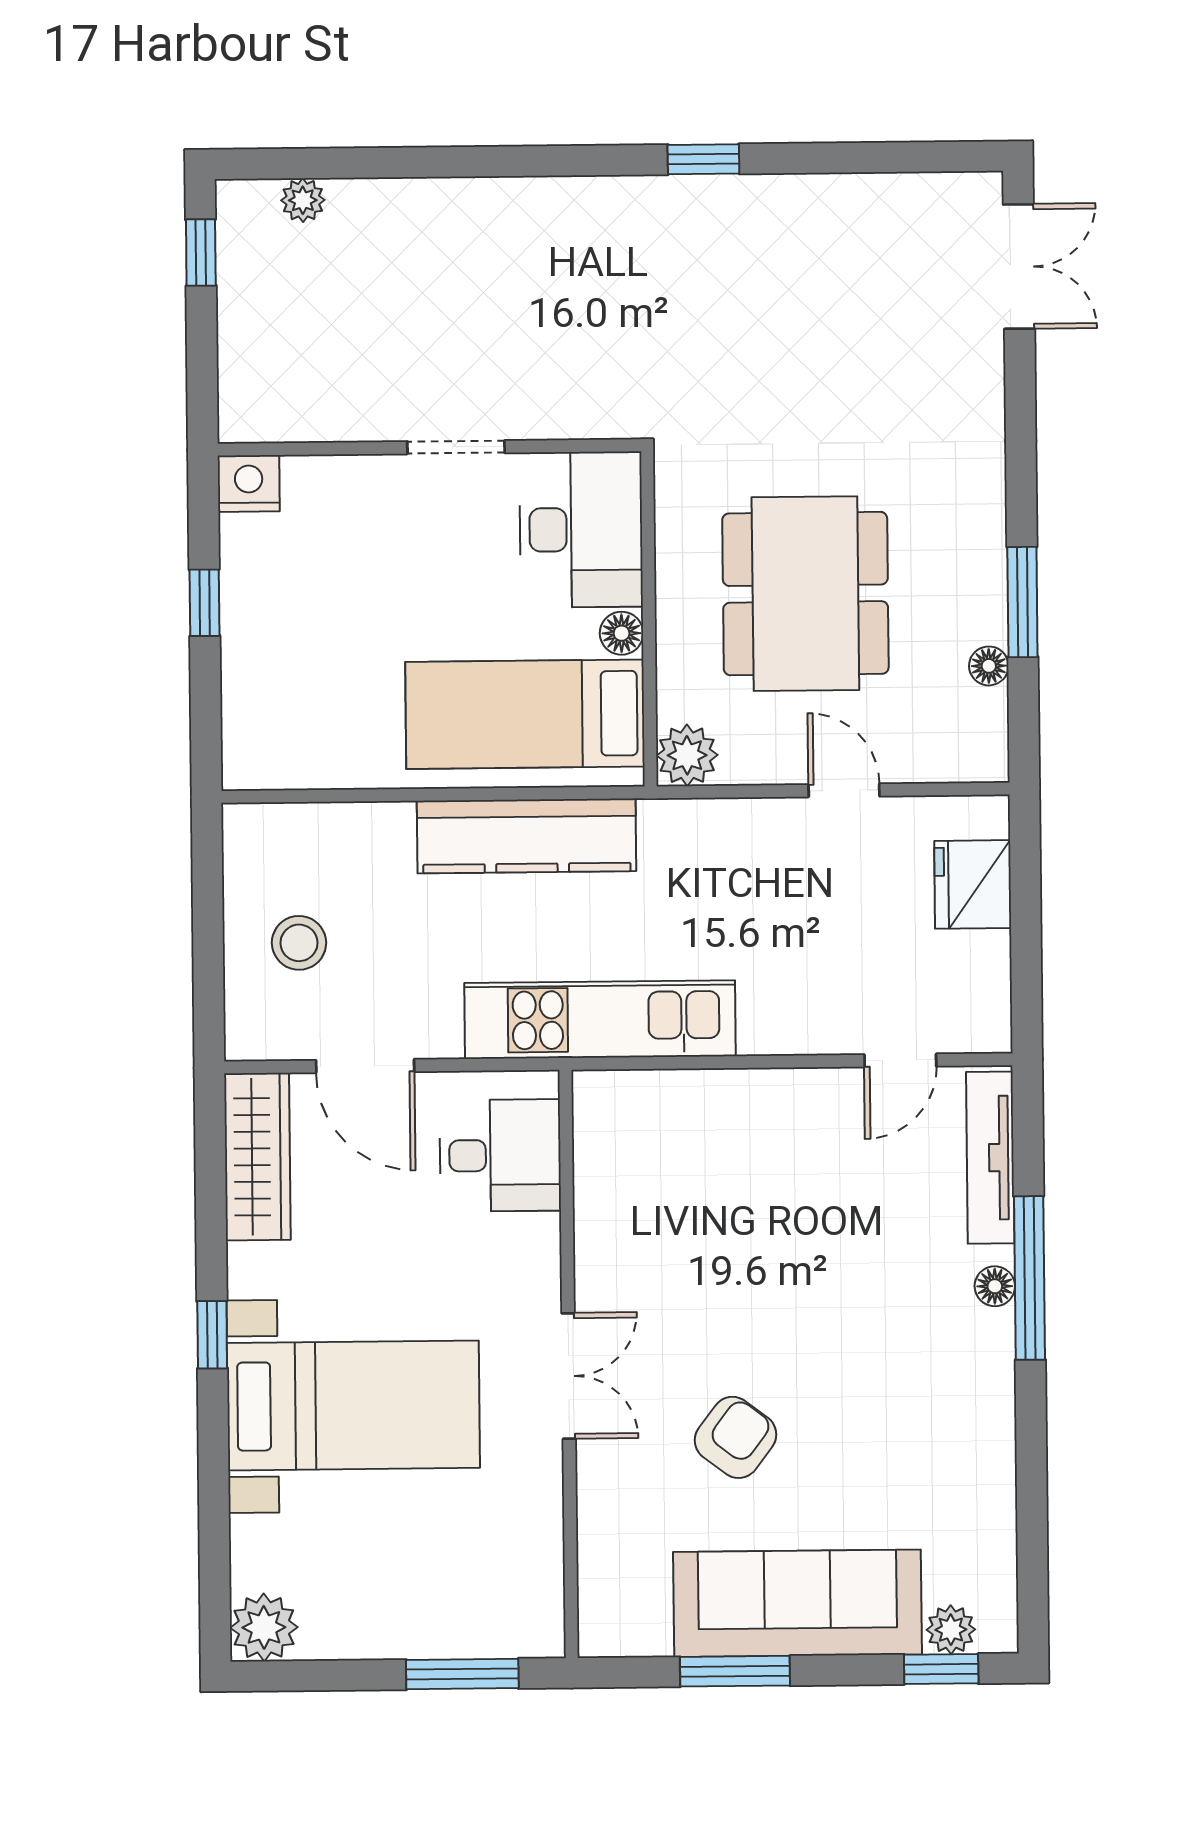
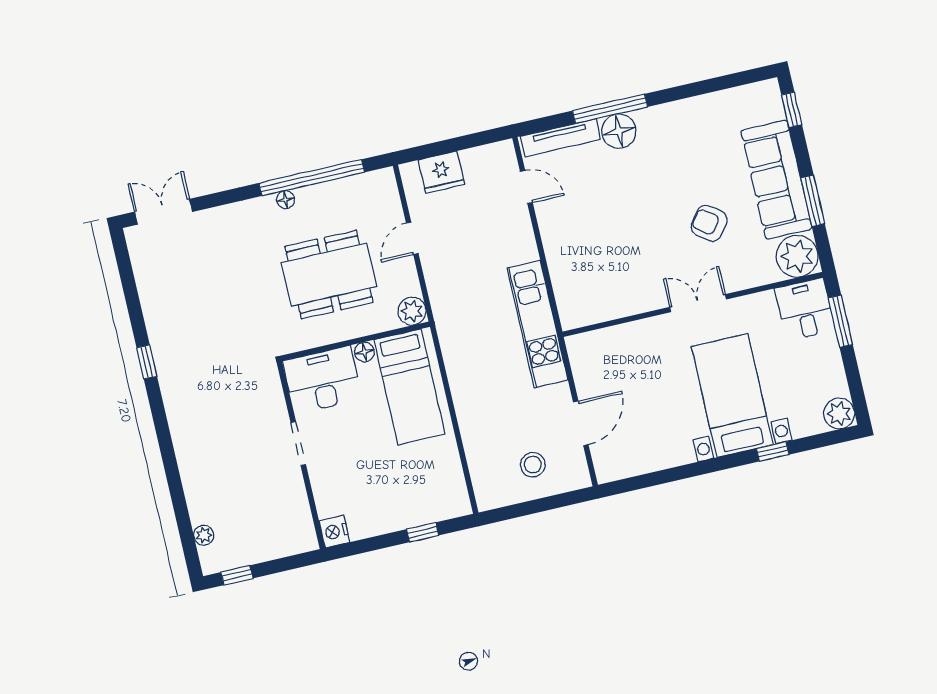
window: (1022, 602) -> (312, 178), width x2.11
window: (204, 603) -> (423, 532), moved
floor lamp: (989, 666) -> (286, 200), moved
kitchen counter: (527, 836) -> (463, 374), removed
desk: (500, 1155) -> (805, 309), moved
wardrobe: (257, 1157) -> (631, 462), removed
floor lamp: (995, 1286) -> (619, 131), width x1.89, depth x1.89
window: (212, 1335) -> (773, 451), moved
plant: (951, 1630) -> (797, 256), moved, width x1.87, depth x1.87

